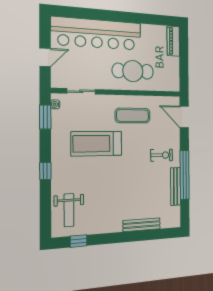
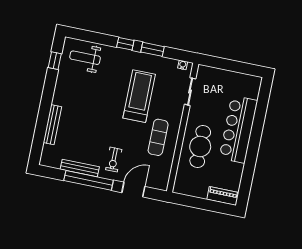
bar counter: (97, 34) -> (238, 129), width x0.73
door: (45, 57) -> (226, 64), removed
window: (45, 117) -> (153, 49), moved
door: (184, 117) -> (133, 190), moved

